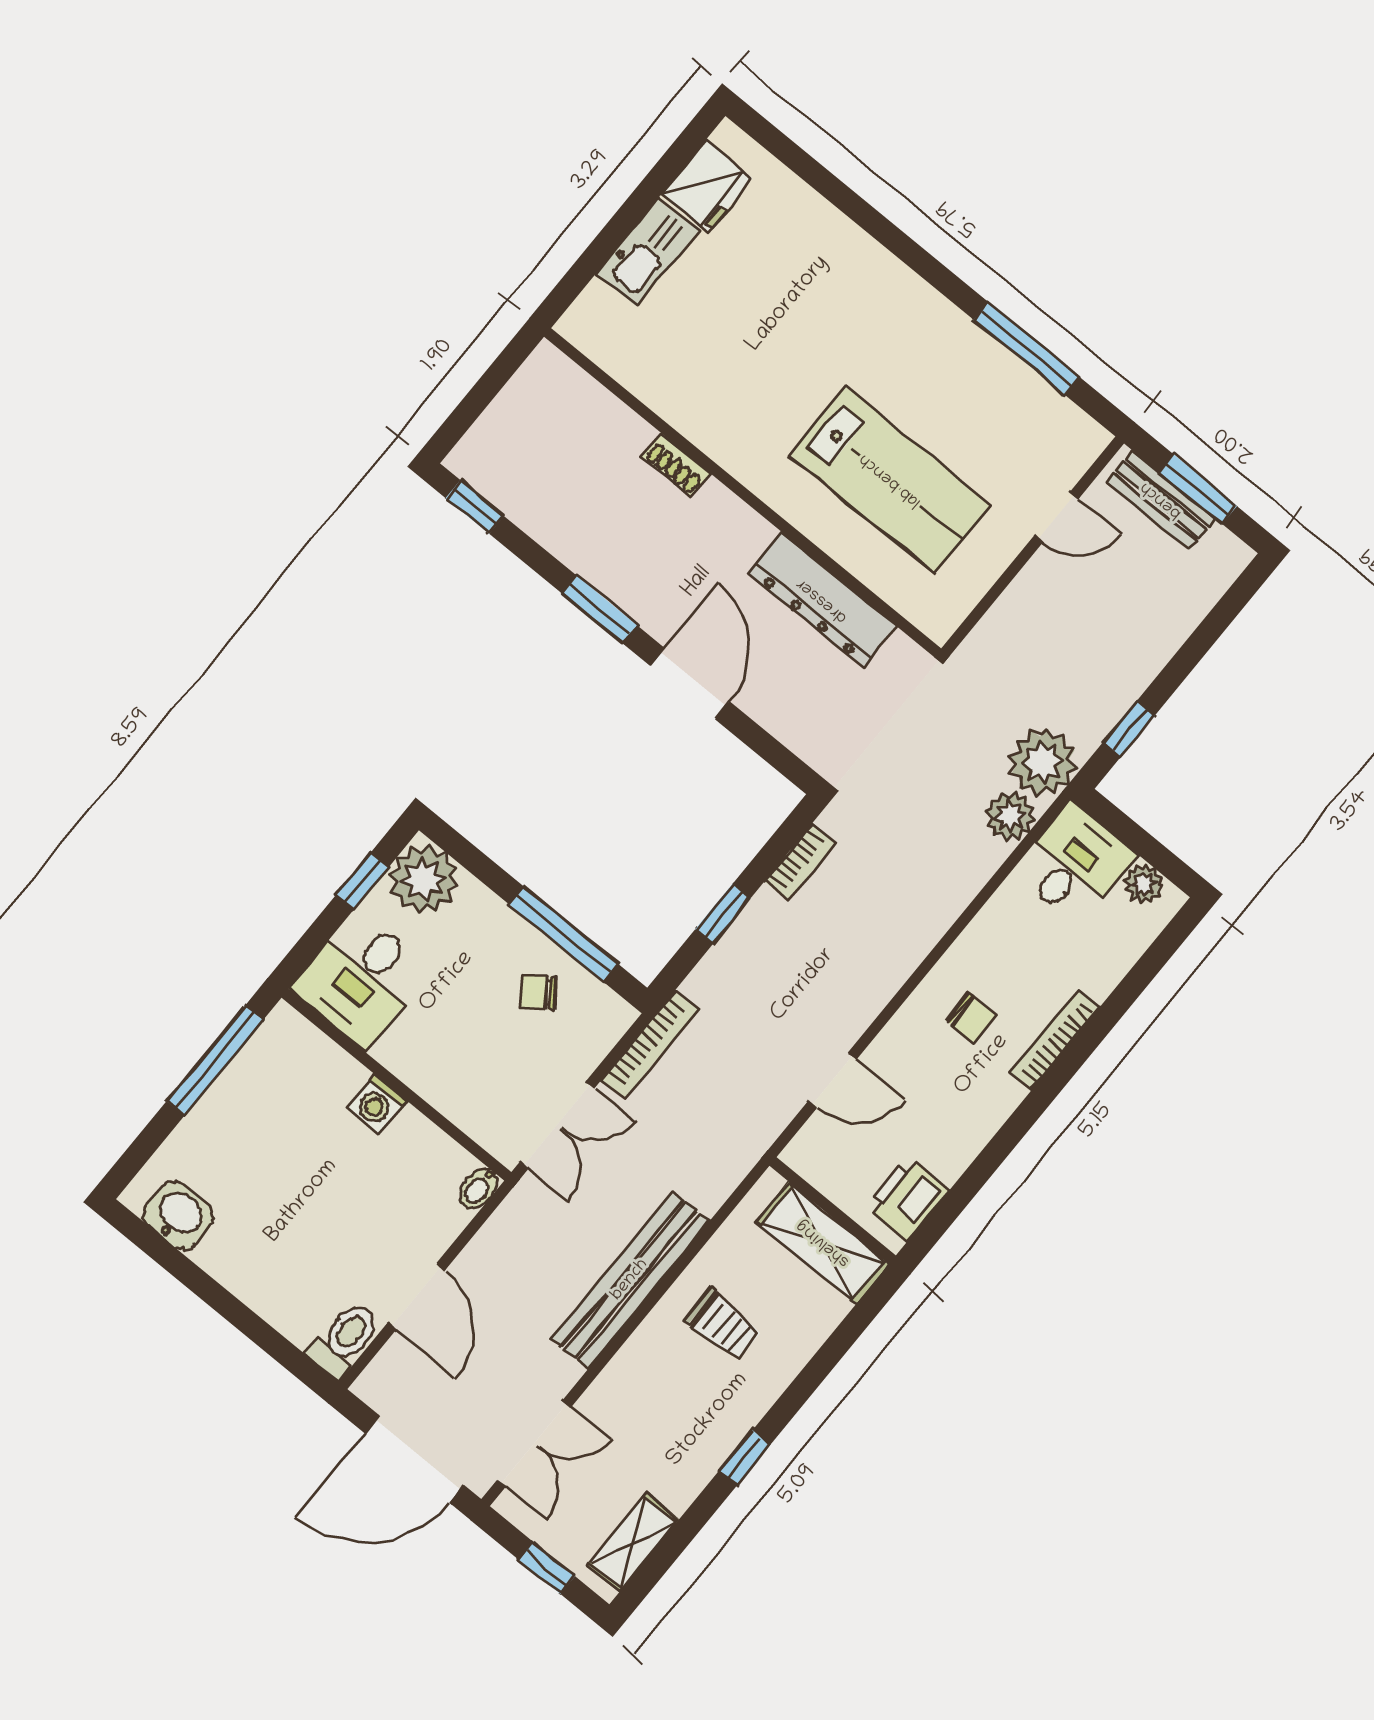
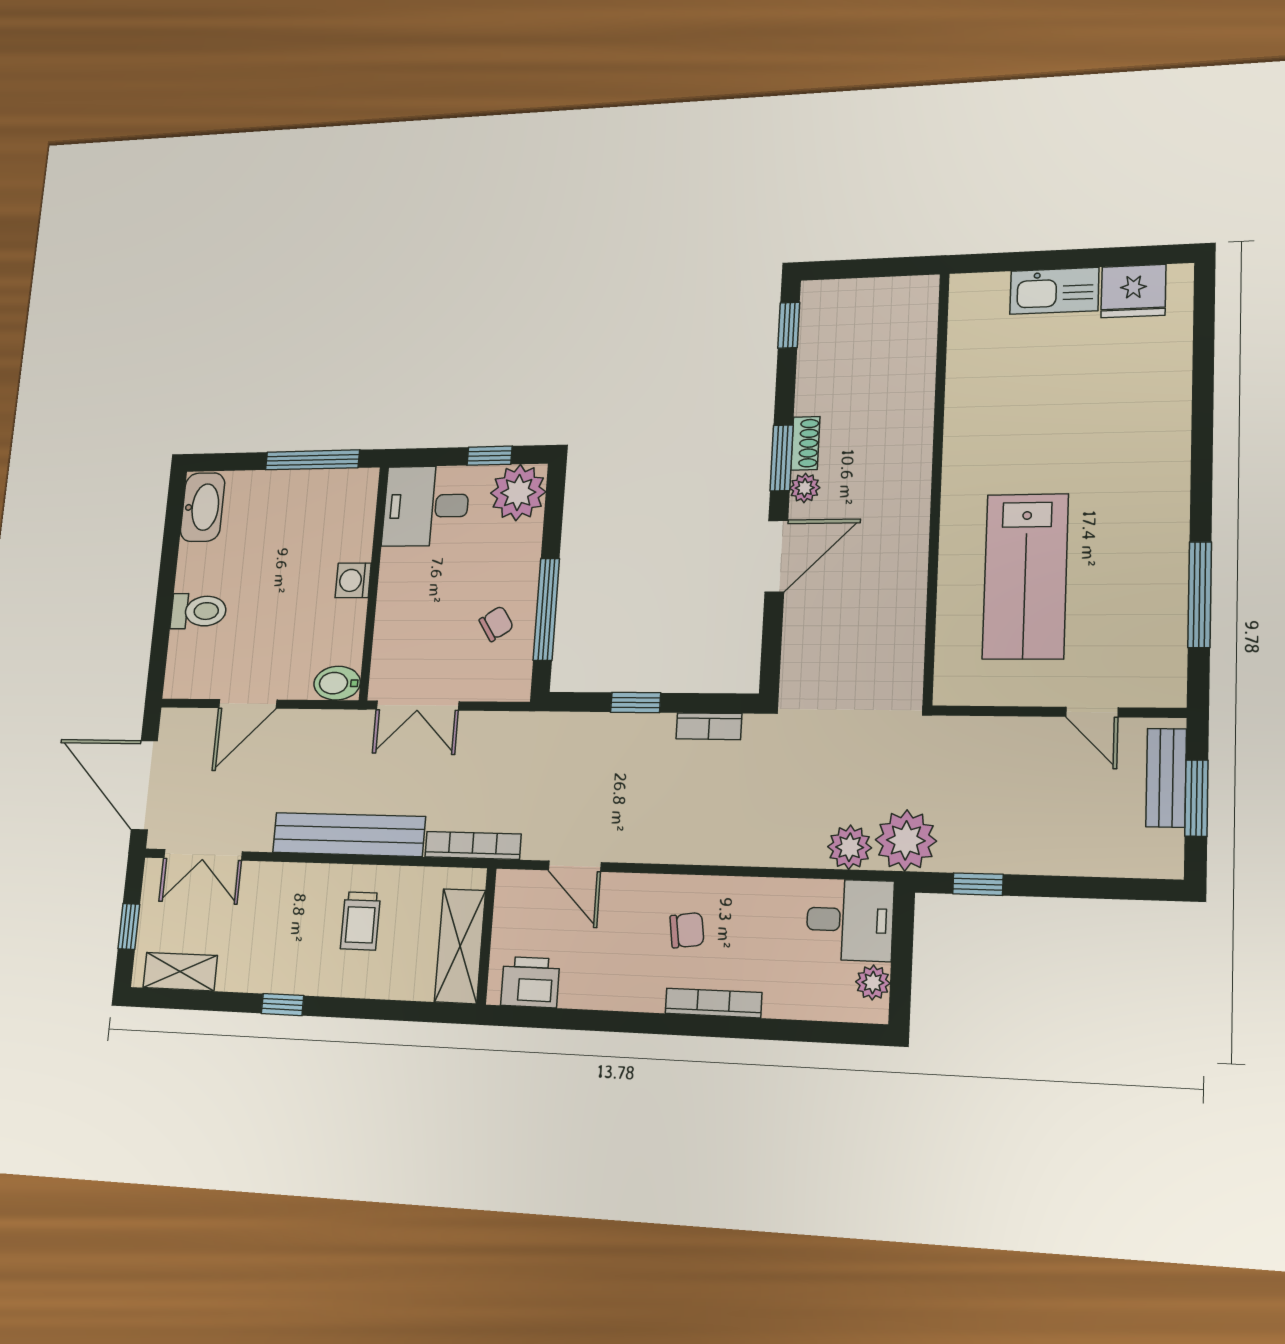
shoe rack: (676, 465) -> (805, 443), moved, turned 180
dresser: (822, 600) -> (903, 597), removed
plant: (646, 610) -> (805, 488), added
chair: (538, 992) -> (496, 624), turned 93
chair: (971, 1017) -> (687, 930), turned -98
bookcase: (650, 1044) -> (473, 845), moved, turned 180
bidet: (479, 1188) -> (337, 683), width x1.38, depth x1.36
washbasin: (178, 1215) -> (203, 507), width x1.38
toilet: (345, 1340) -> (199, 611), moved

